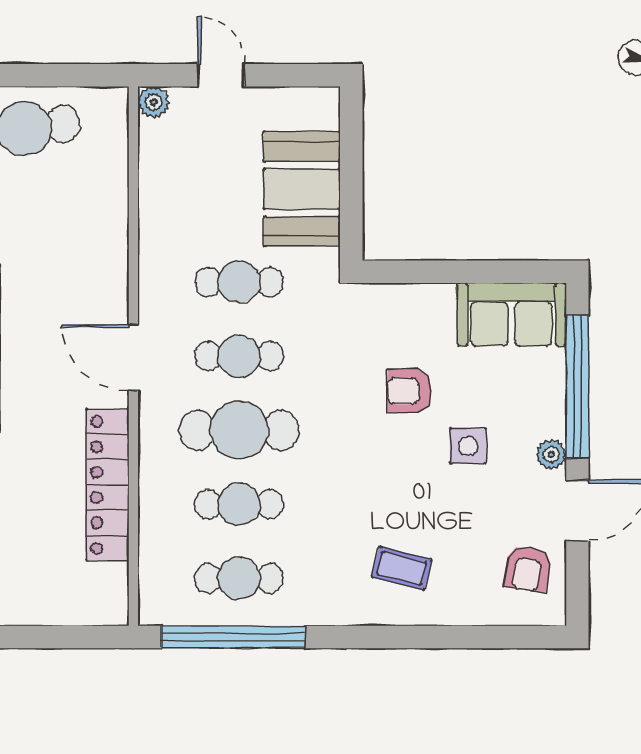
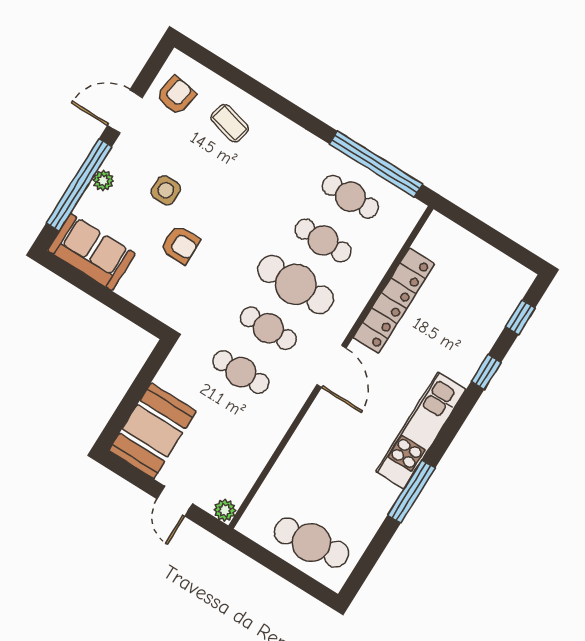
booth: (302, 189) -> (152, 431), moved
plant: (551, 454) -> (103, 181), moved
coffee table: (402, 568) -> (230, 123), moved

